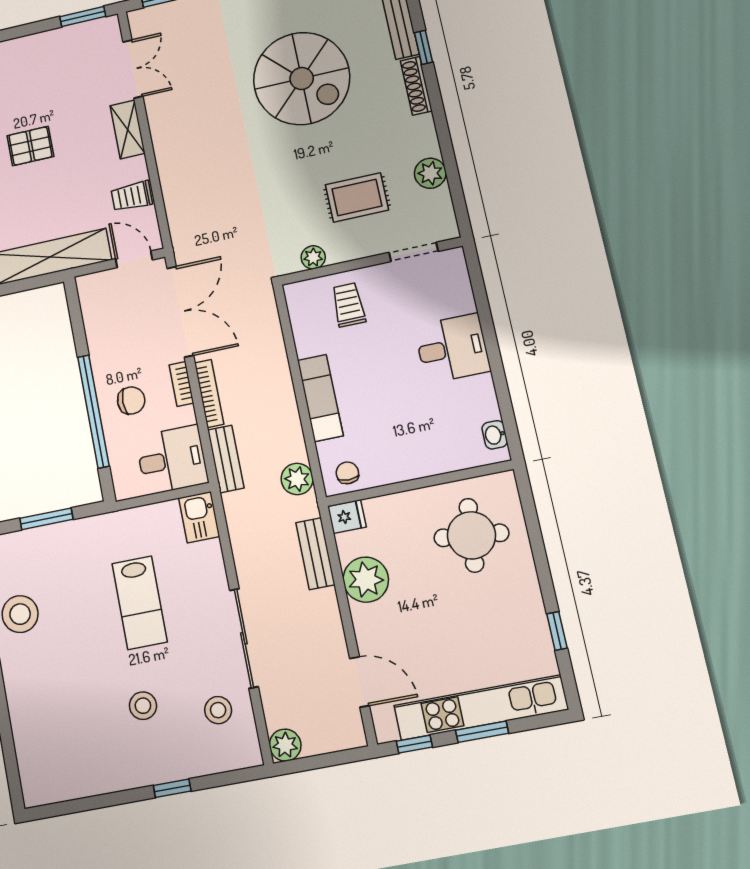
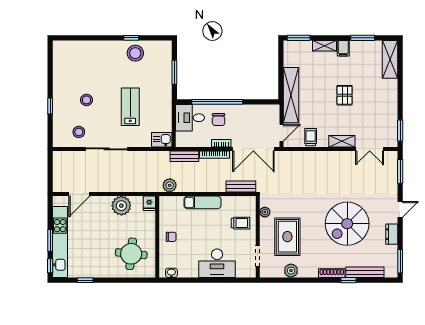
rug: (357, 197) -> (287, 237), width x1.36, depth x1.43
desk: (452, 348) -> (217, 263), width x1.37
desk: (172, 460) -> (190, 118), moved, turned 90
chair: (347, 473) -> (171, 237), moved
bench: (315, 554) -> (241, 187), moved
lab bench: (140, 603) -> (130, 107), turned 90
window: (414, 744) -> (50, 266), moved
plant: (285, 745) -> (59, 158), removed

